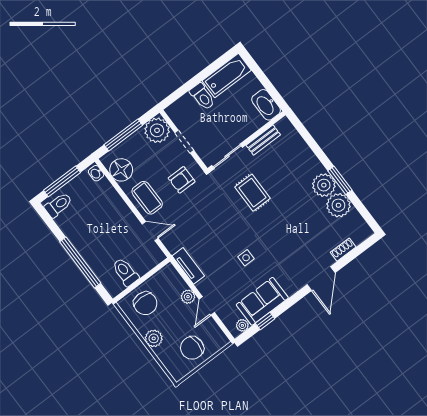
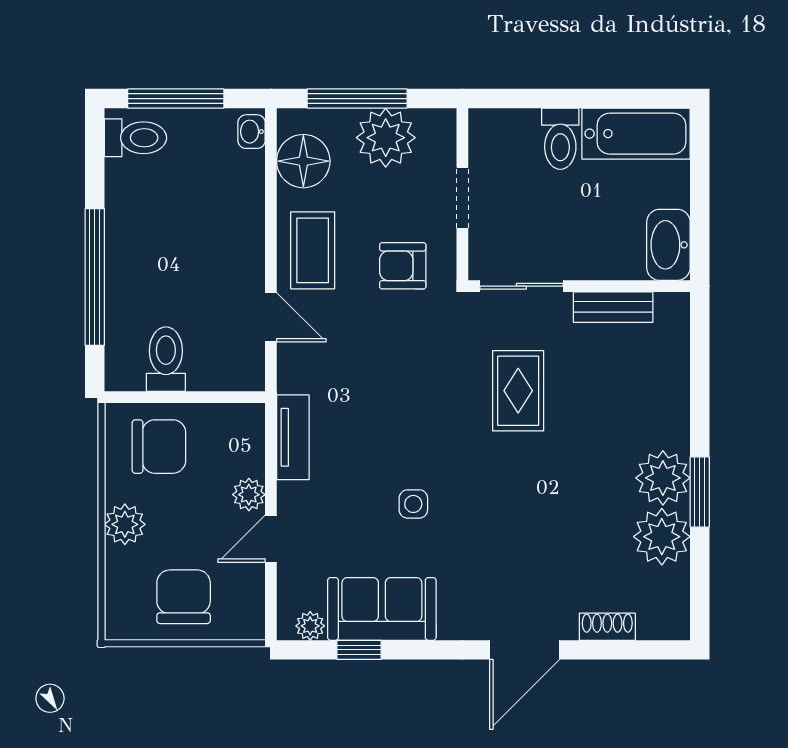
plant: (157, 130) -> (386, 138), moved
chair: (145, 303) -> (159, 447), turned -90
chair: (192, 348) -> (184, 597), turned 90

